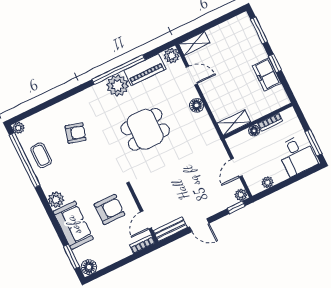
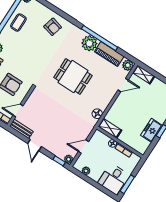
door: (192, 75) -> (123, 85), hinge flipped
floor lamp: (197, 105) -> (97, 114), moved
armchair: (76, 133) -> (53, 27), moved

